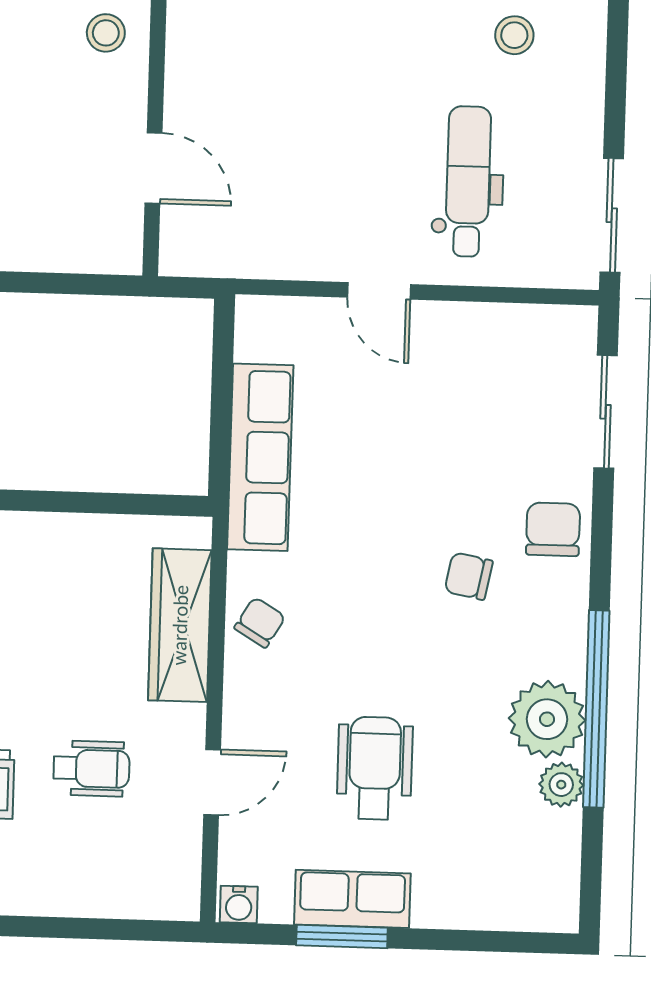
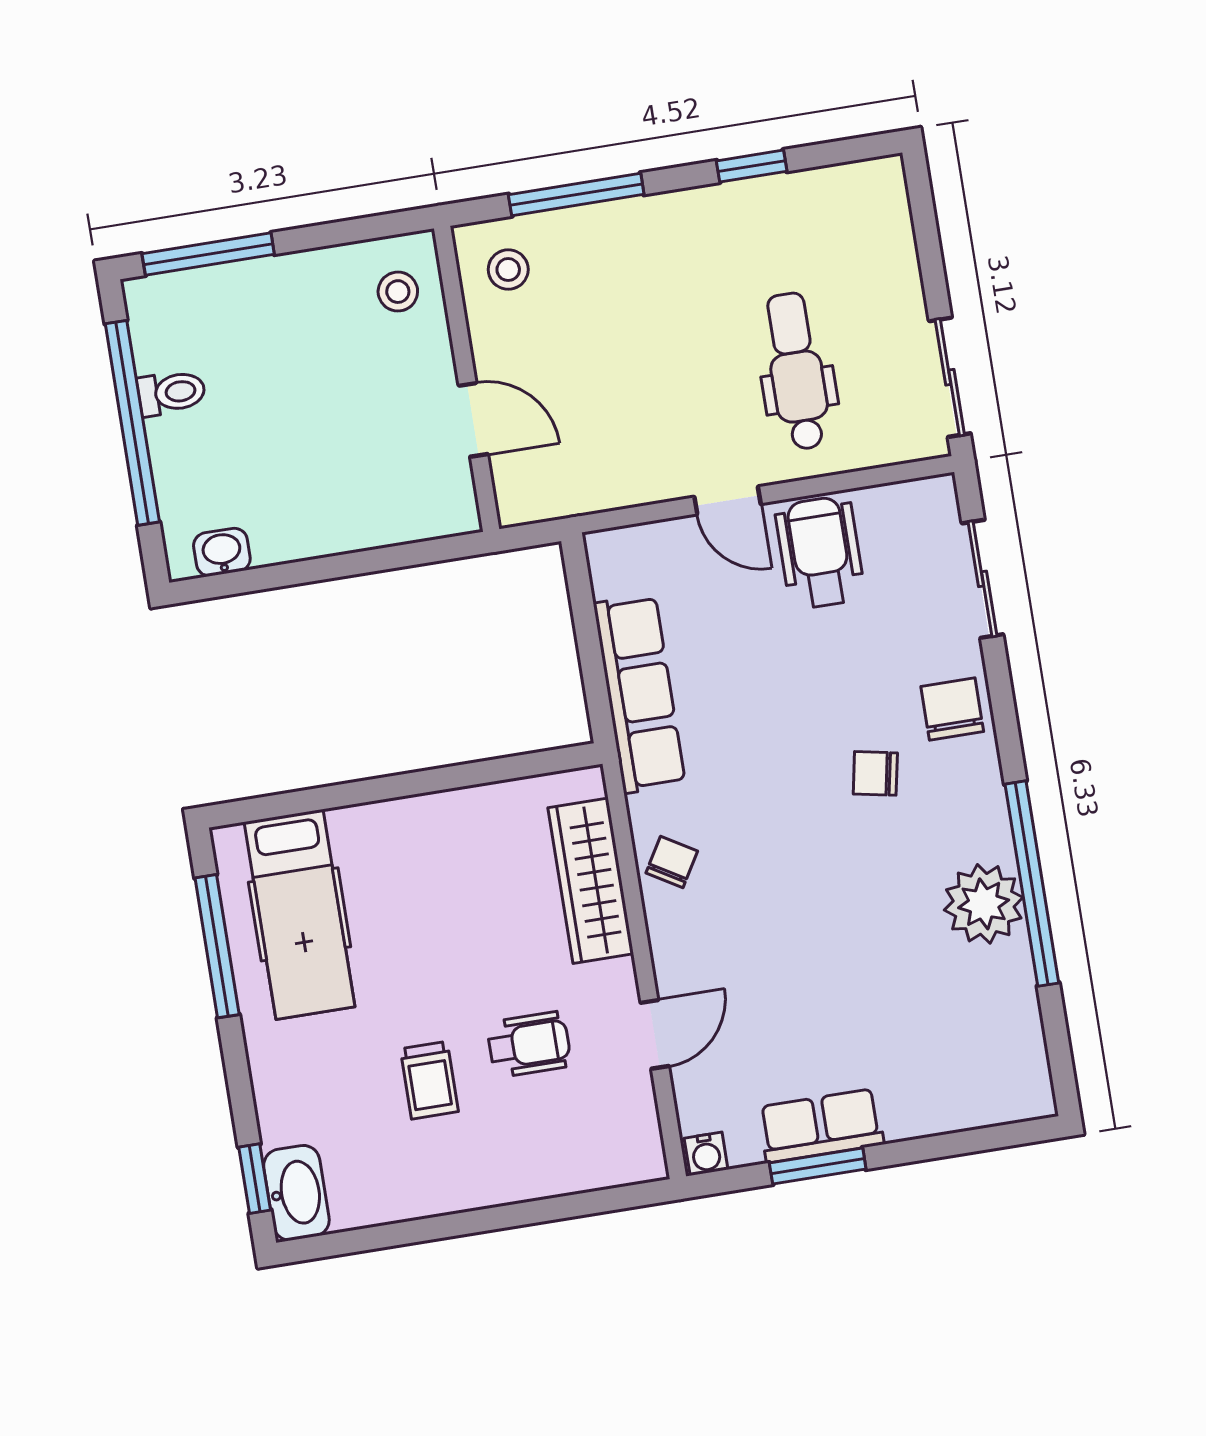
stool: (514, 35) -> (508, 270), moved
wheelchair: (375, 768) -> (820, 552), moved
plant: (561, 785) -> (1011, 968), removed

